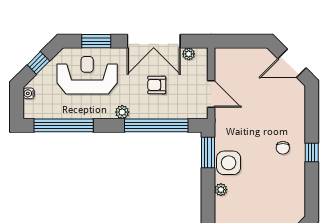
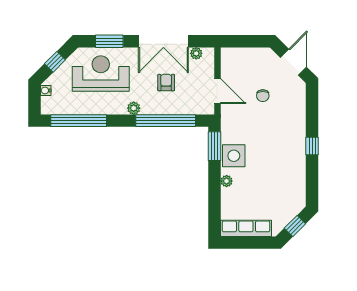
door: (292, 63) -> (293, 62), swing flipped
armchair: (157, 85) -> (166, 83), turned 90
chair: (283, 148) -> (263, 96), moved

